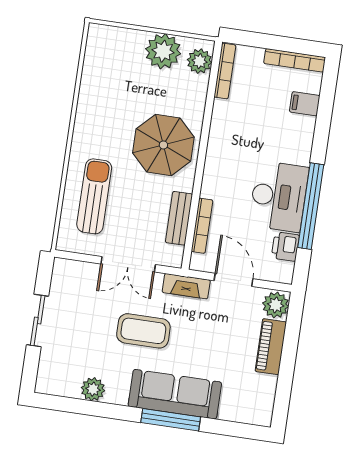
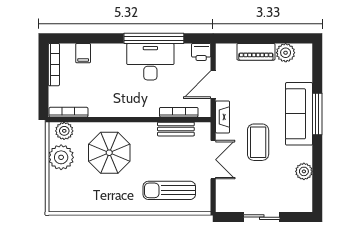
parasol: (163, 145) -> (109, 153), moved
printer: (285, 247) -> (201, 52), moved
plant: (276, 305) -> (286, 53), moved

